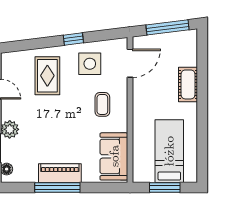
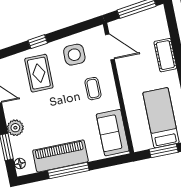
window: (73, 39) -> (38, 42), moved
door: (130, 63) -> (110, 47), hinge flipped
piano: (60, 173) -> (60, 156), width x1.37, depth x1.33

